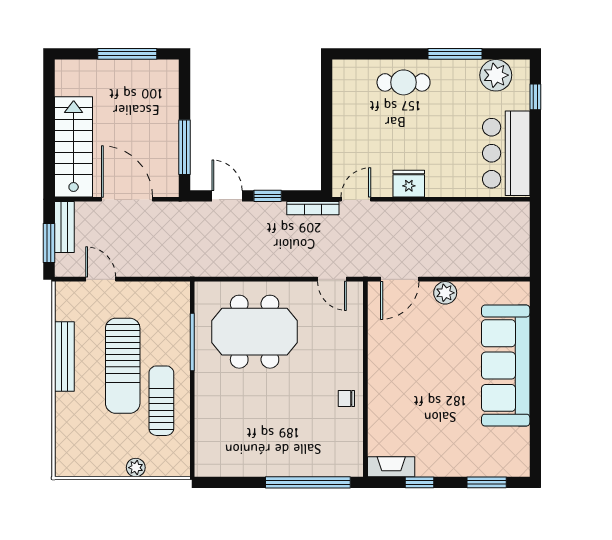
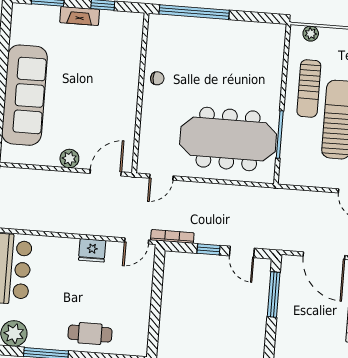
door: (332, 279) -> (161, 177), swing flipped
meeting table: (255, 332) -> (228, 139), width x1.36
fireplace: (391, 467) -> (80, 16), moved
plant: (136, 468) -> (311, 34), moved

